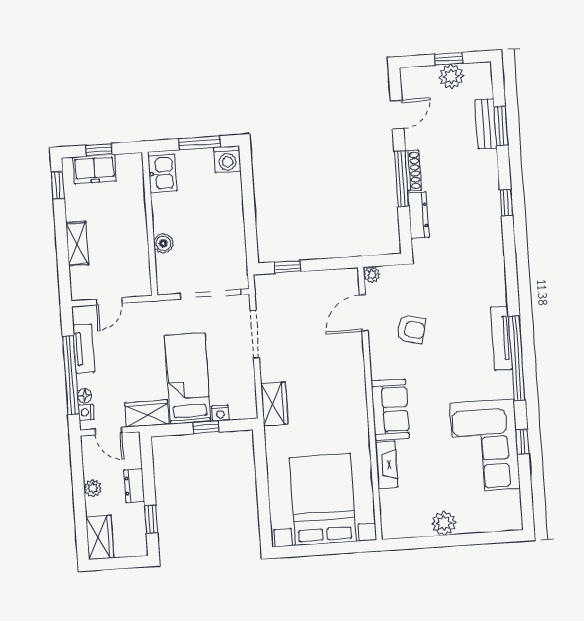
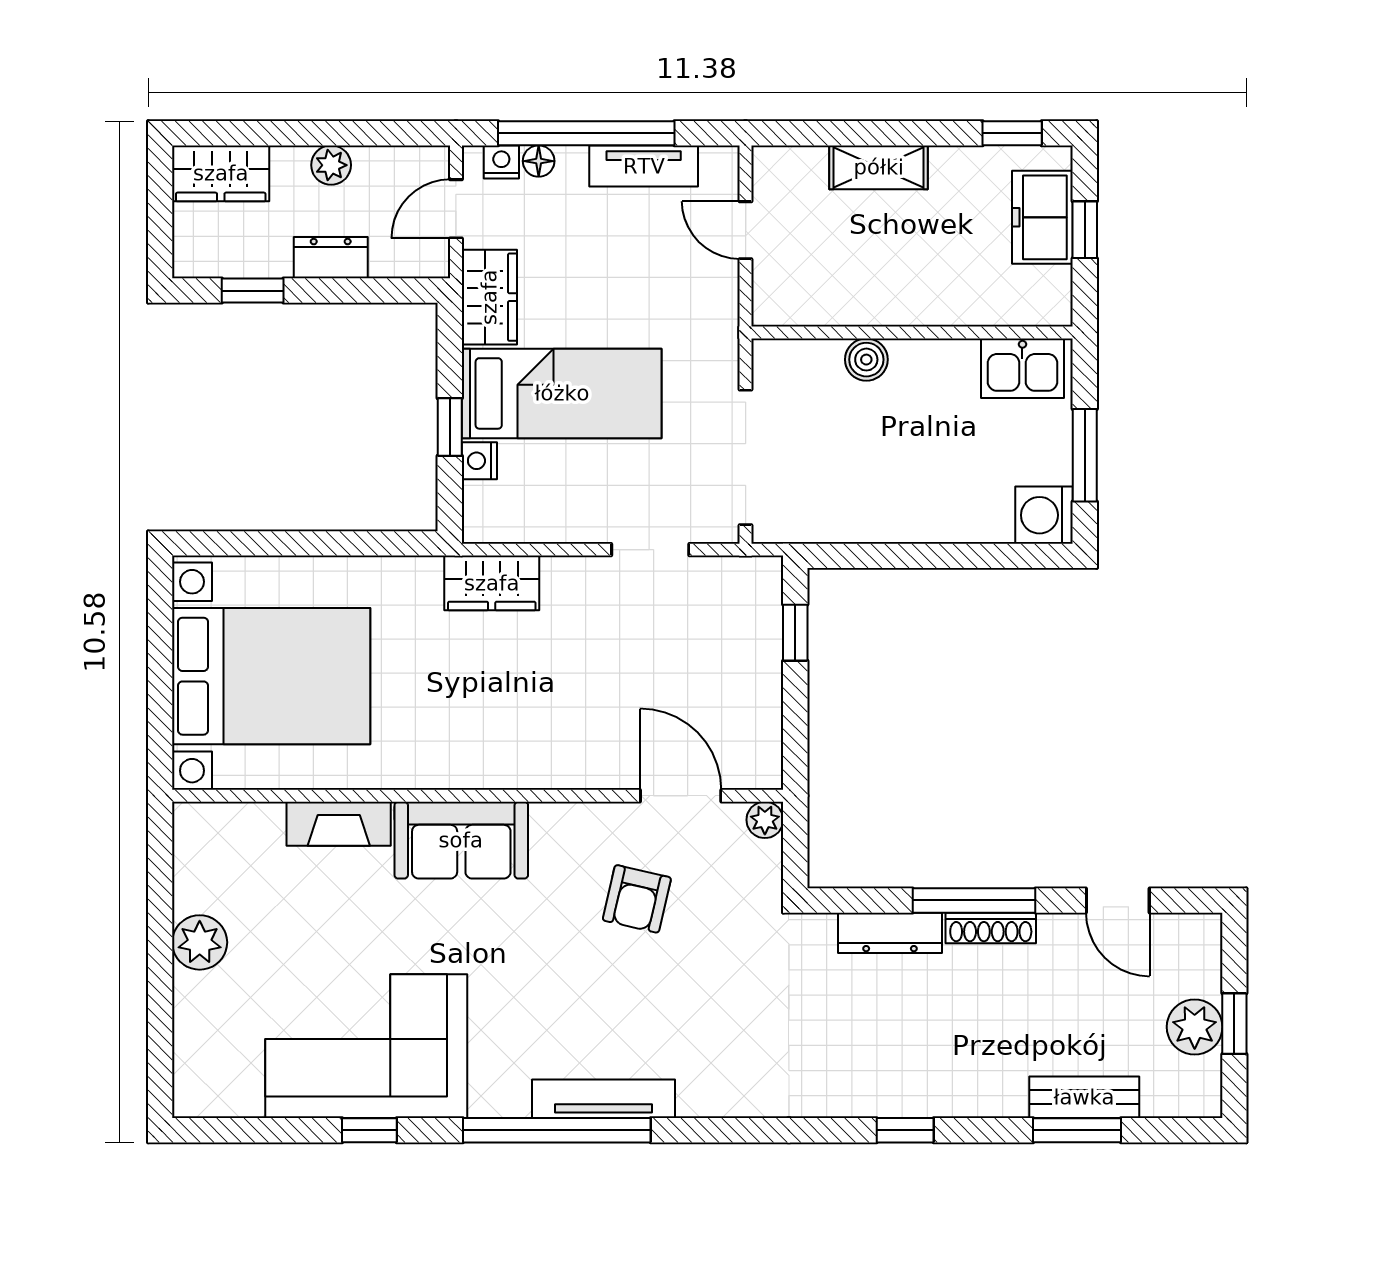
doorway: (255, 334) -> (650, 550), width x0.73

